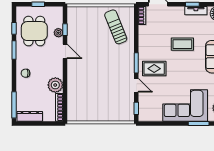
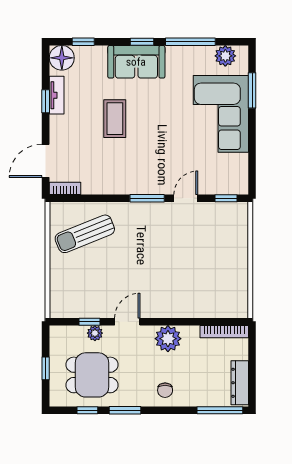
rug: (154, 69) -> (157, 167), removed
plant: (55, 85) -> (168, 339), moved

